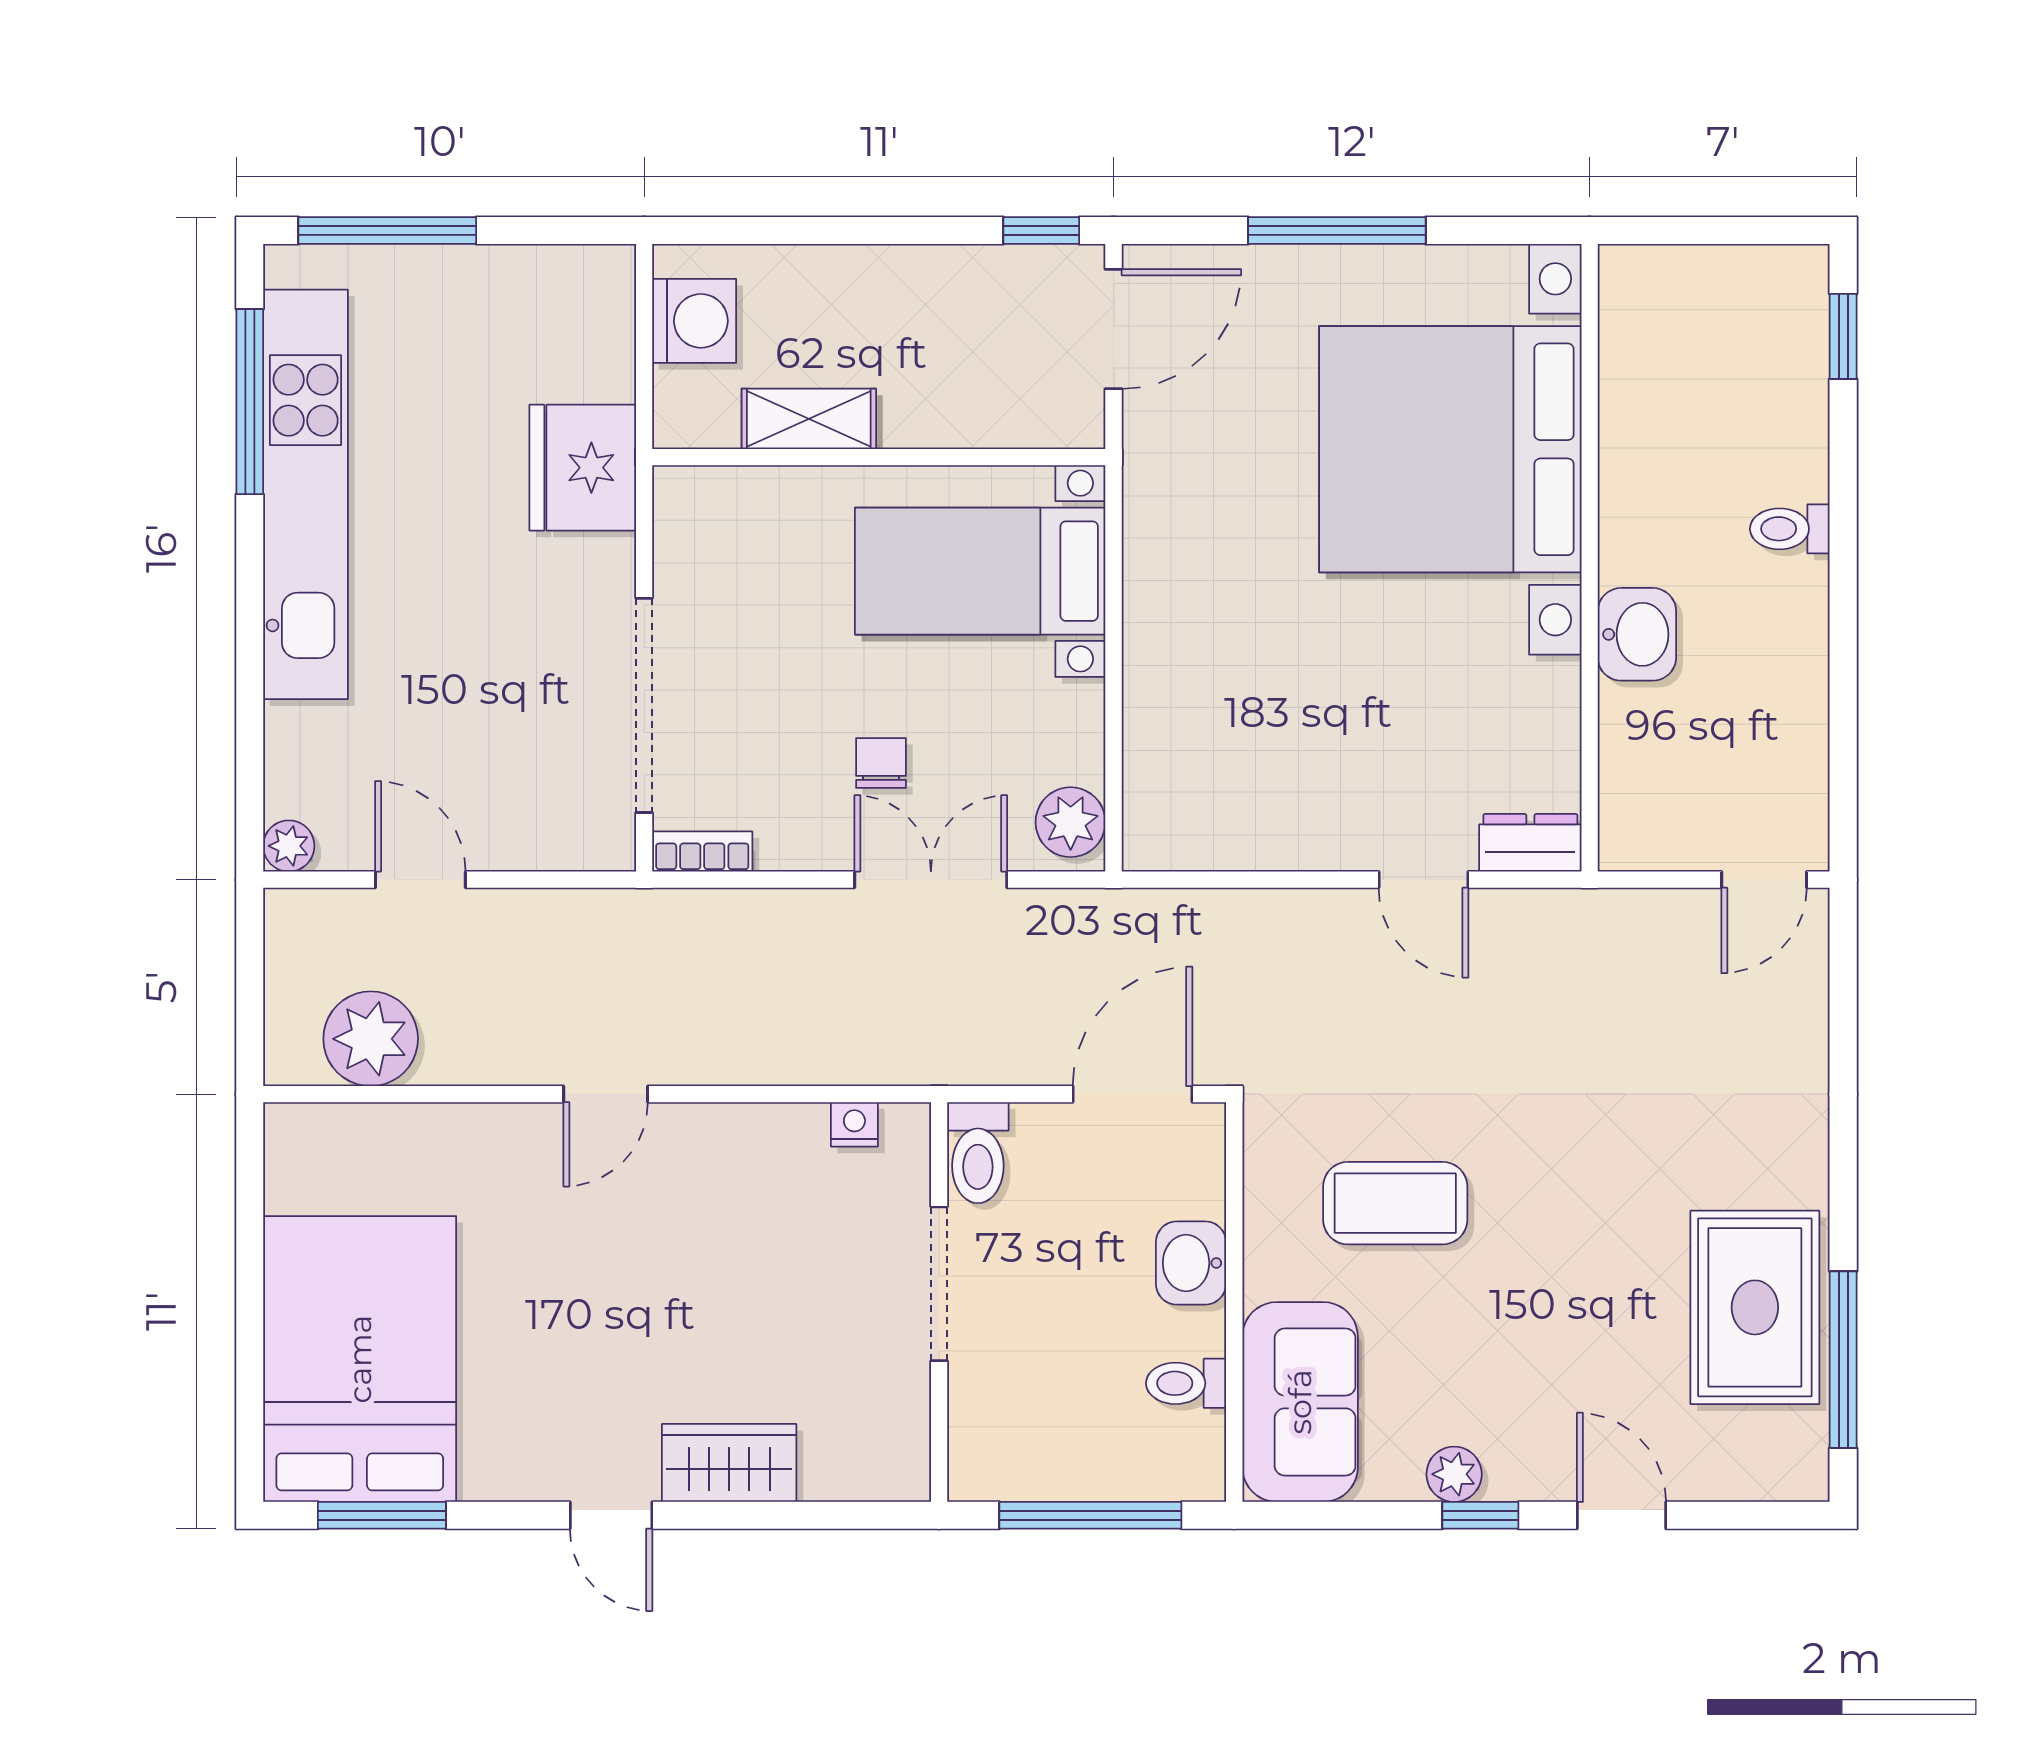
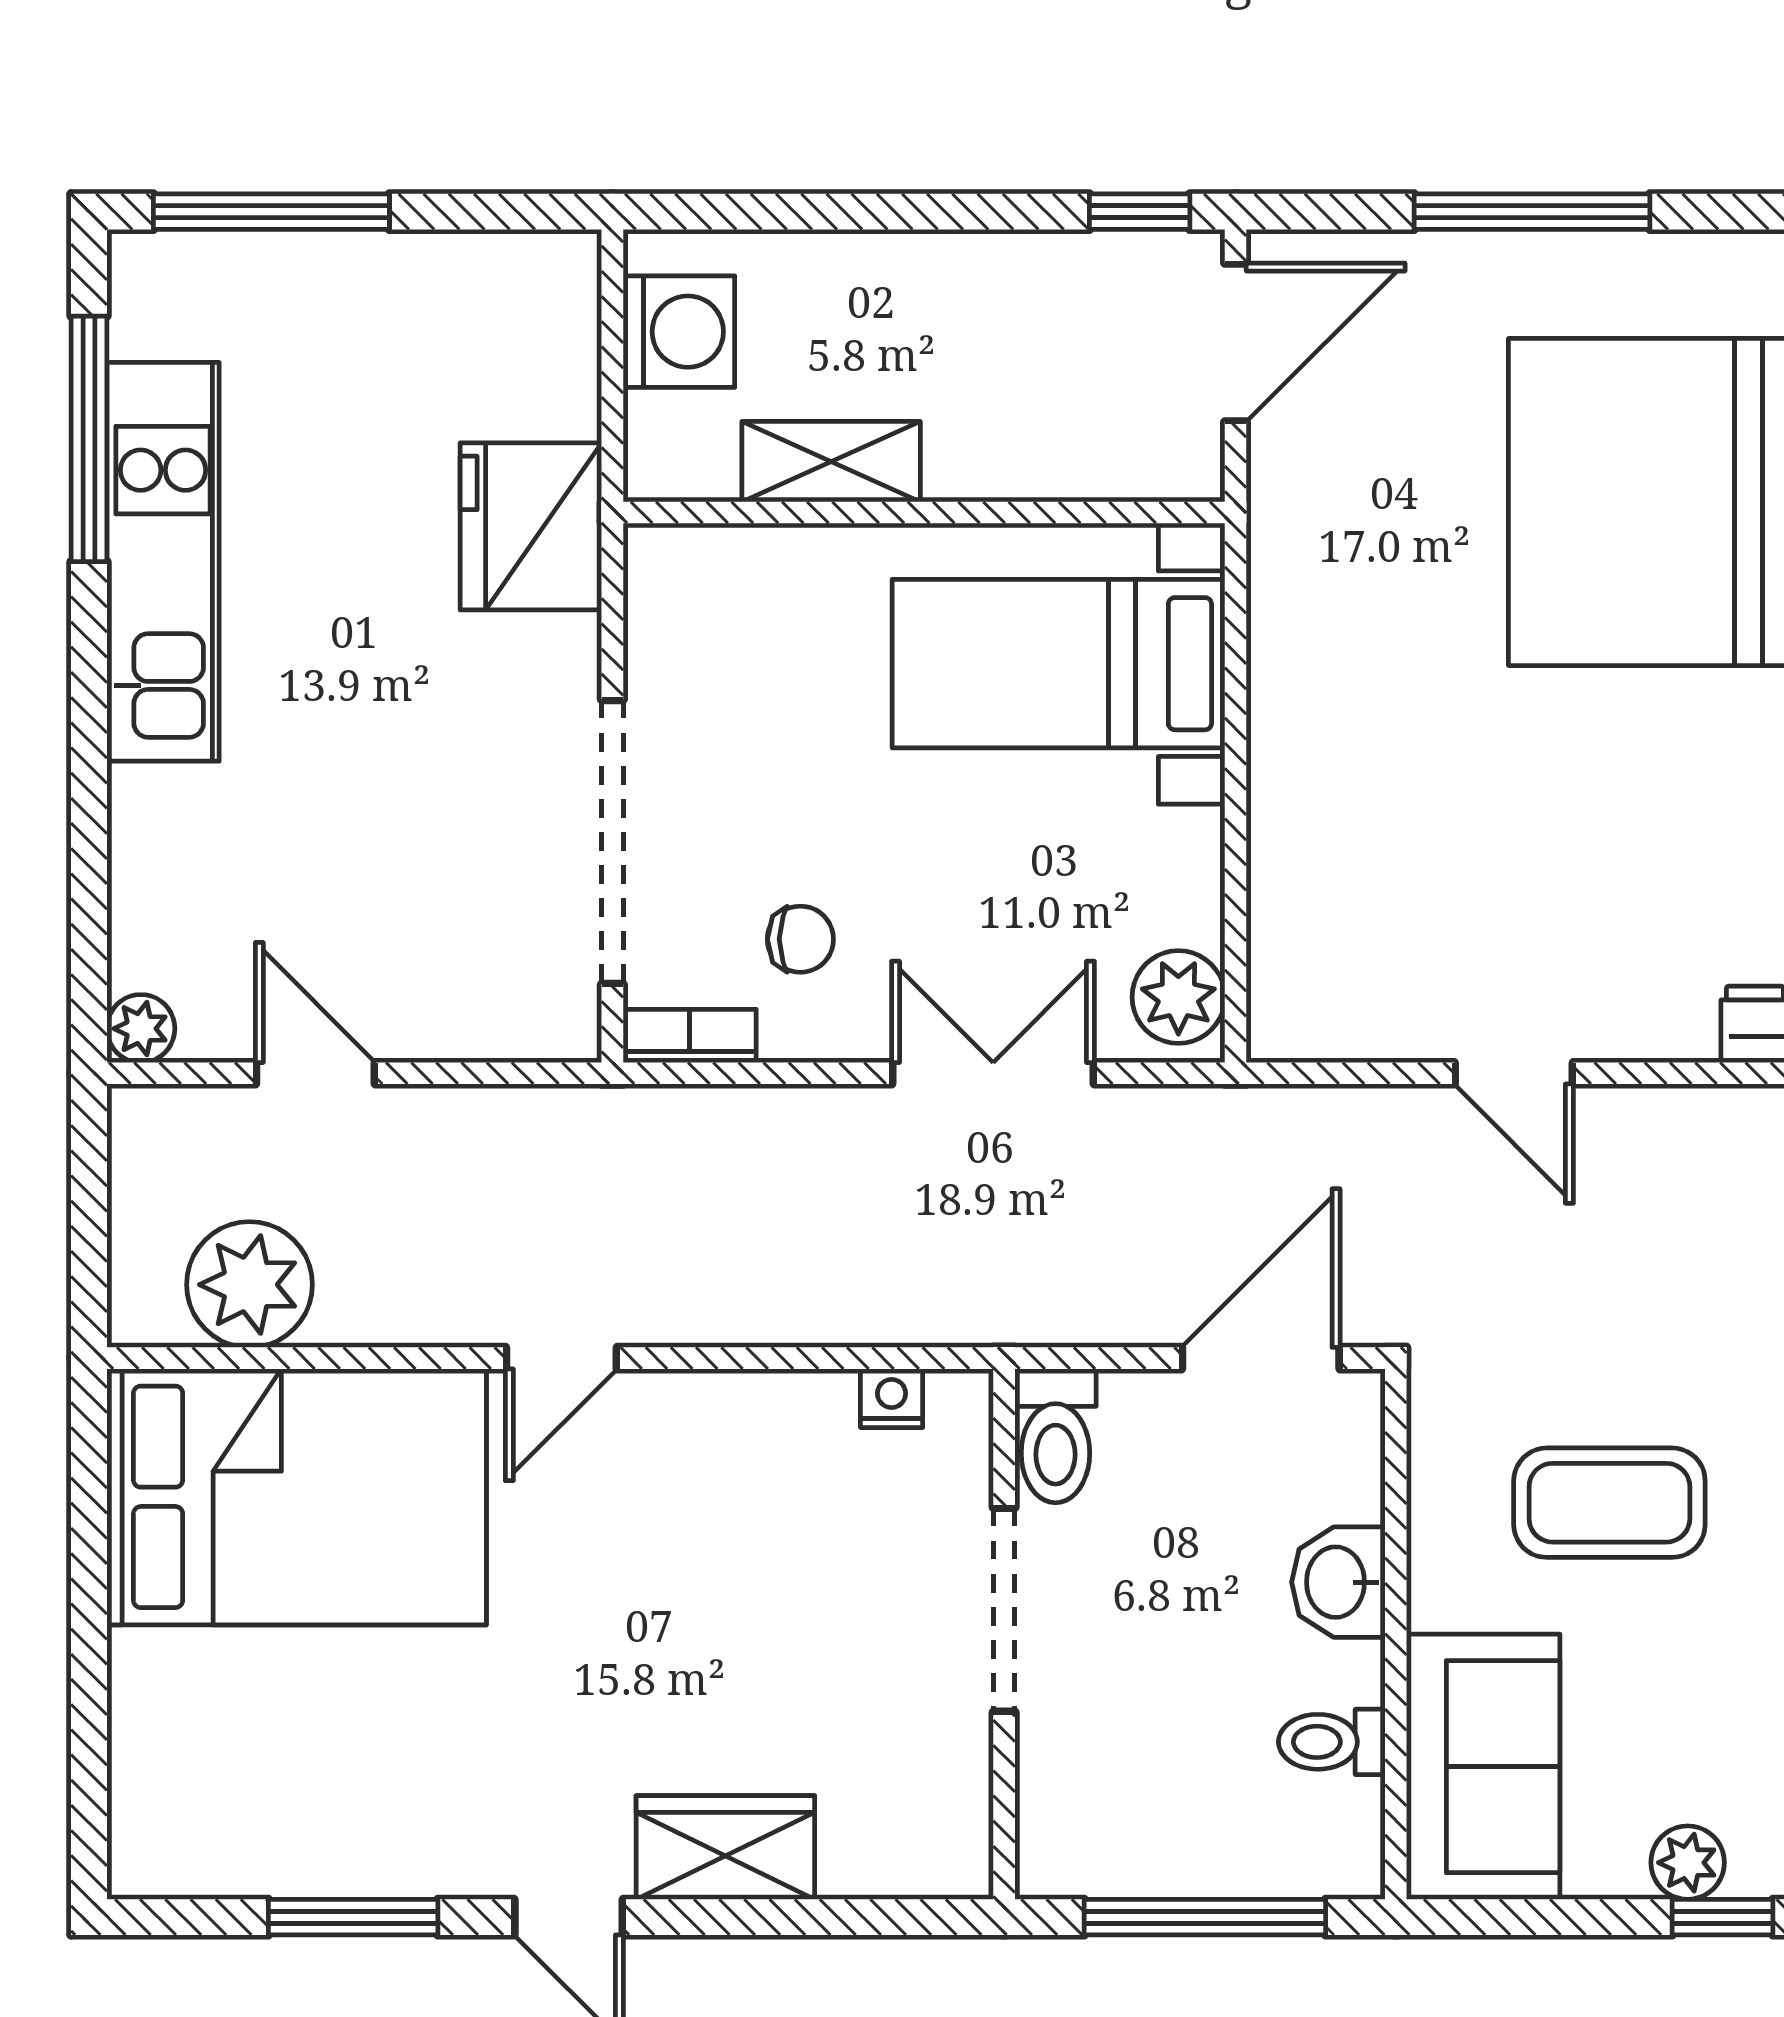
kitchen unit: (306, 494) -> (163, 562), width x0.73
chair: (881, 763) -> (800, 939), moved, turned 90
door: (1424, 880) -> (1514, 1073), moved
bed: (360, 1359) -> (297, 1497), moved, turned 90
window: (382, 1515) -> (353, 1917), moved

